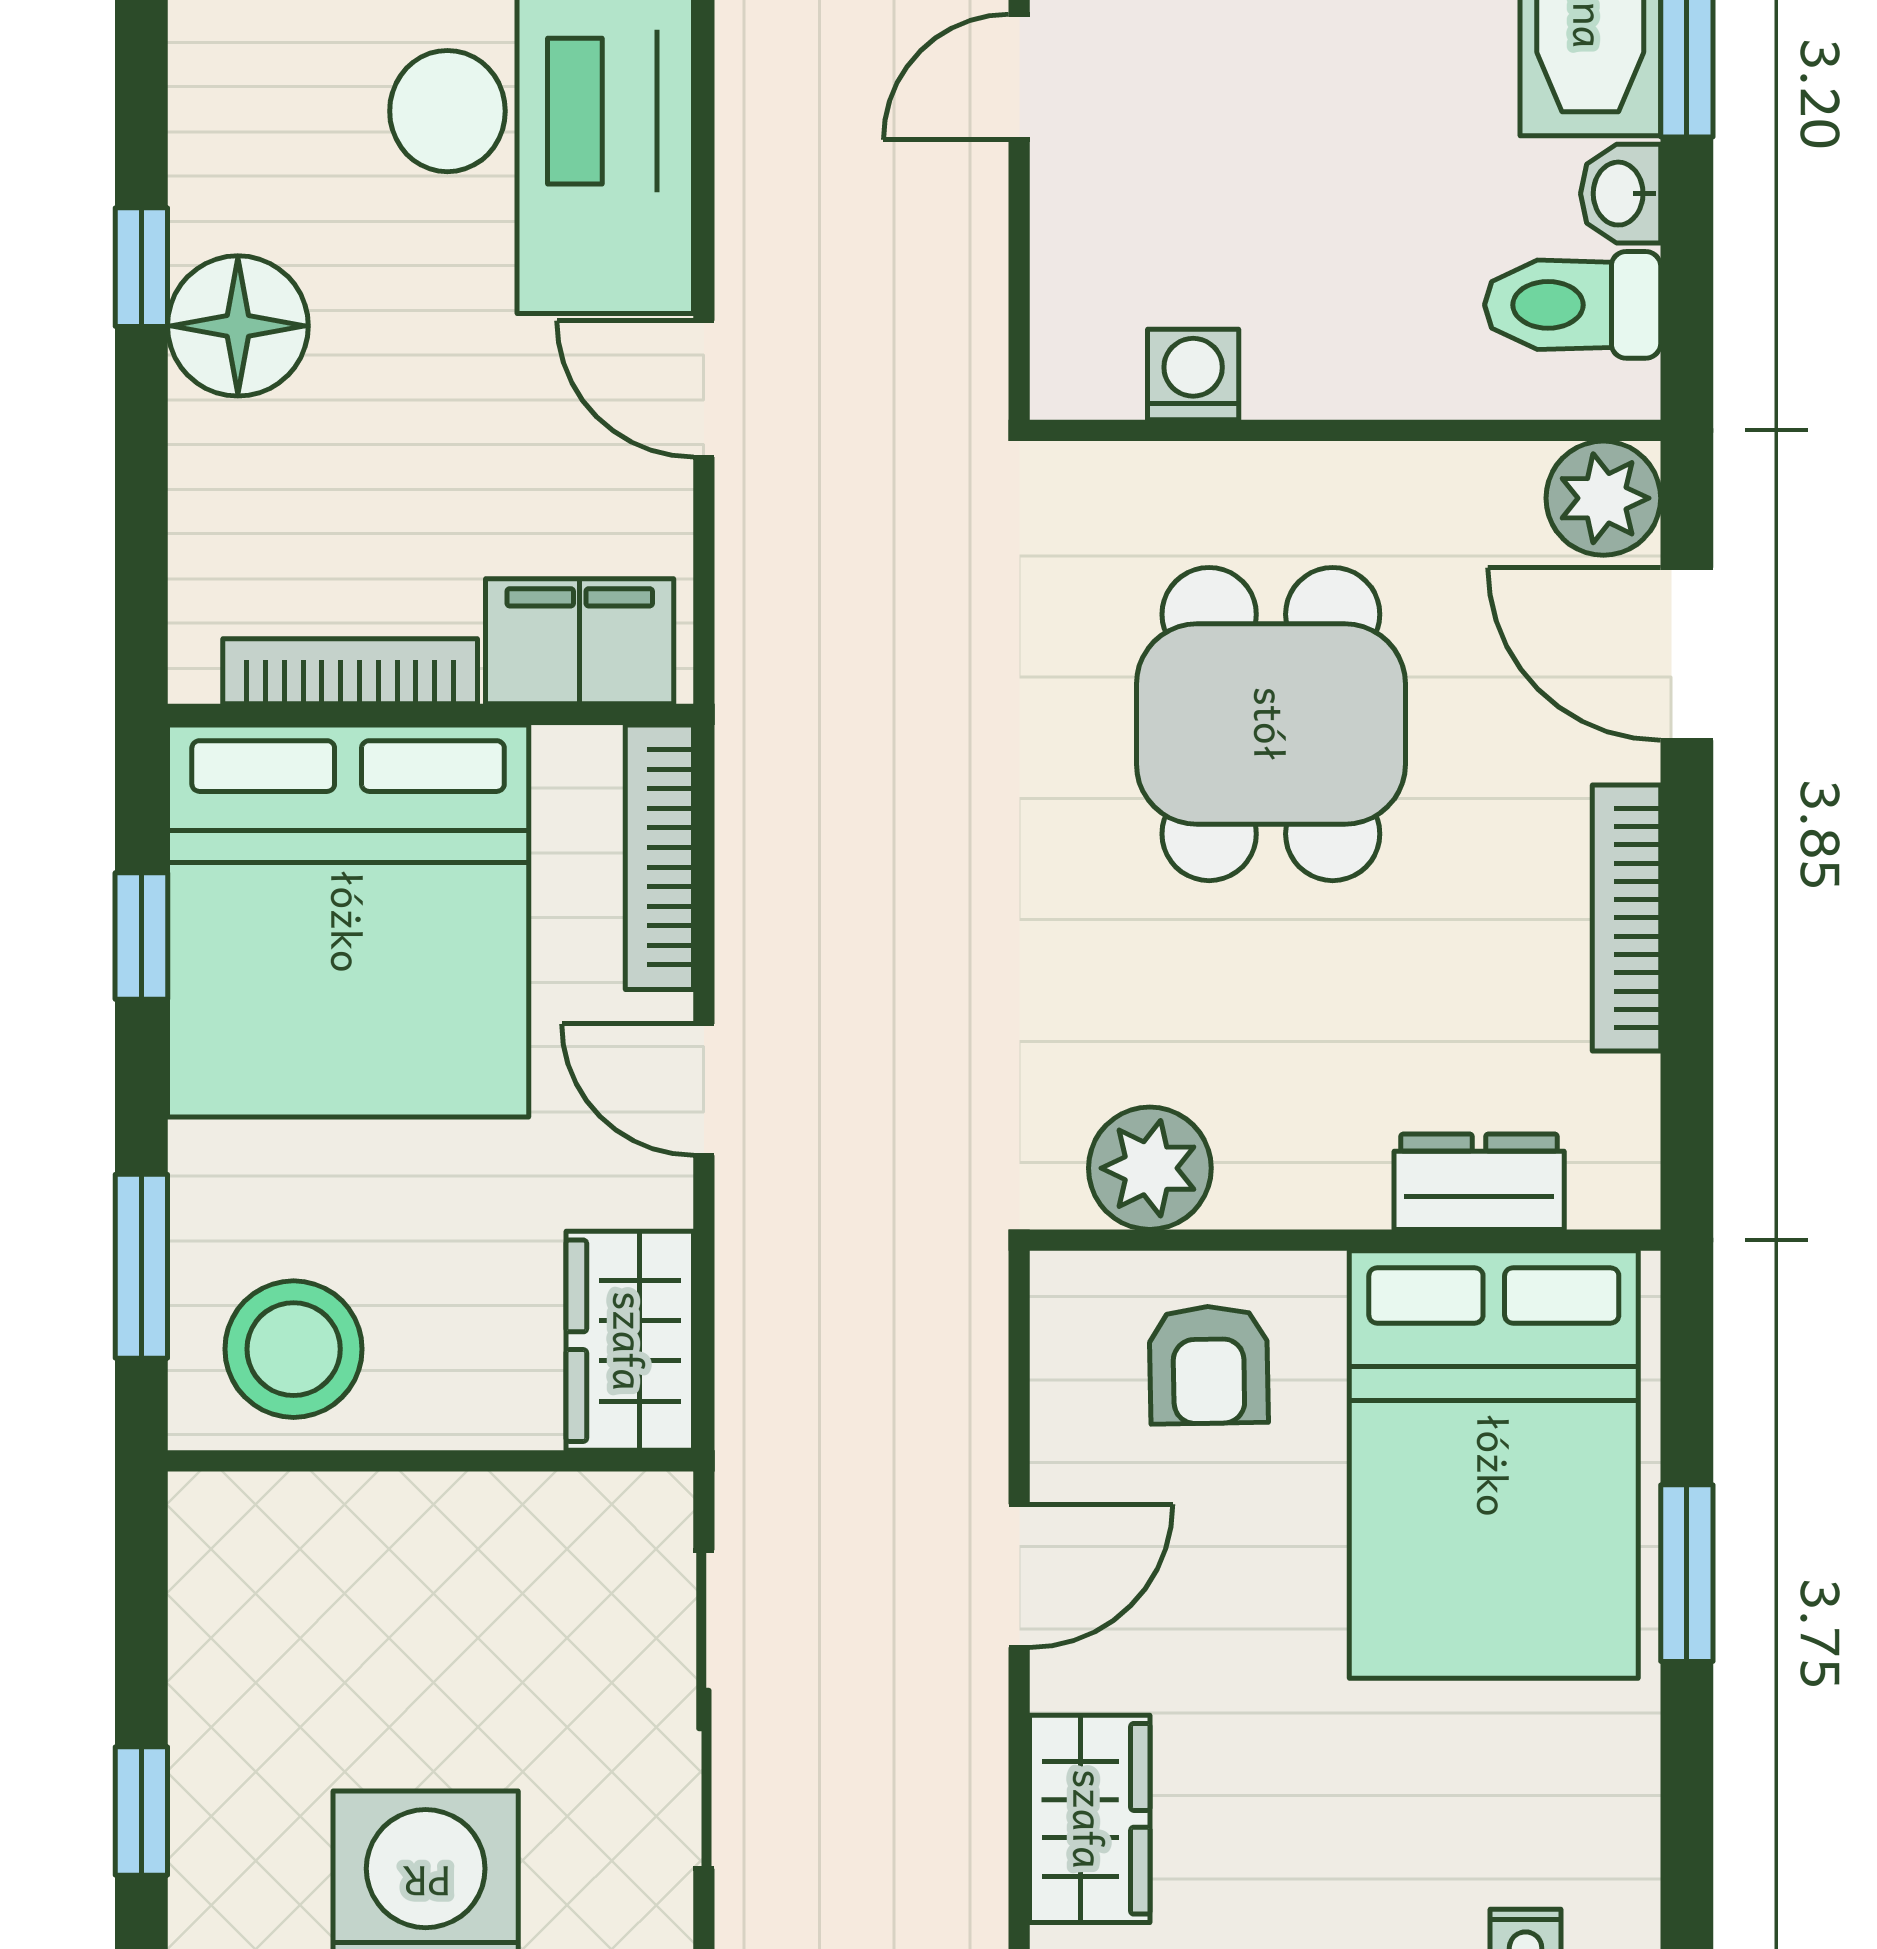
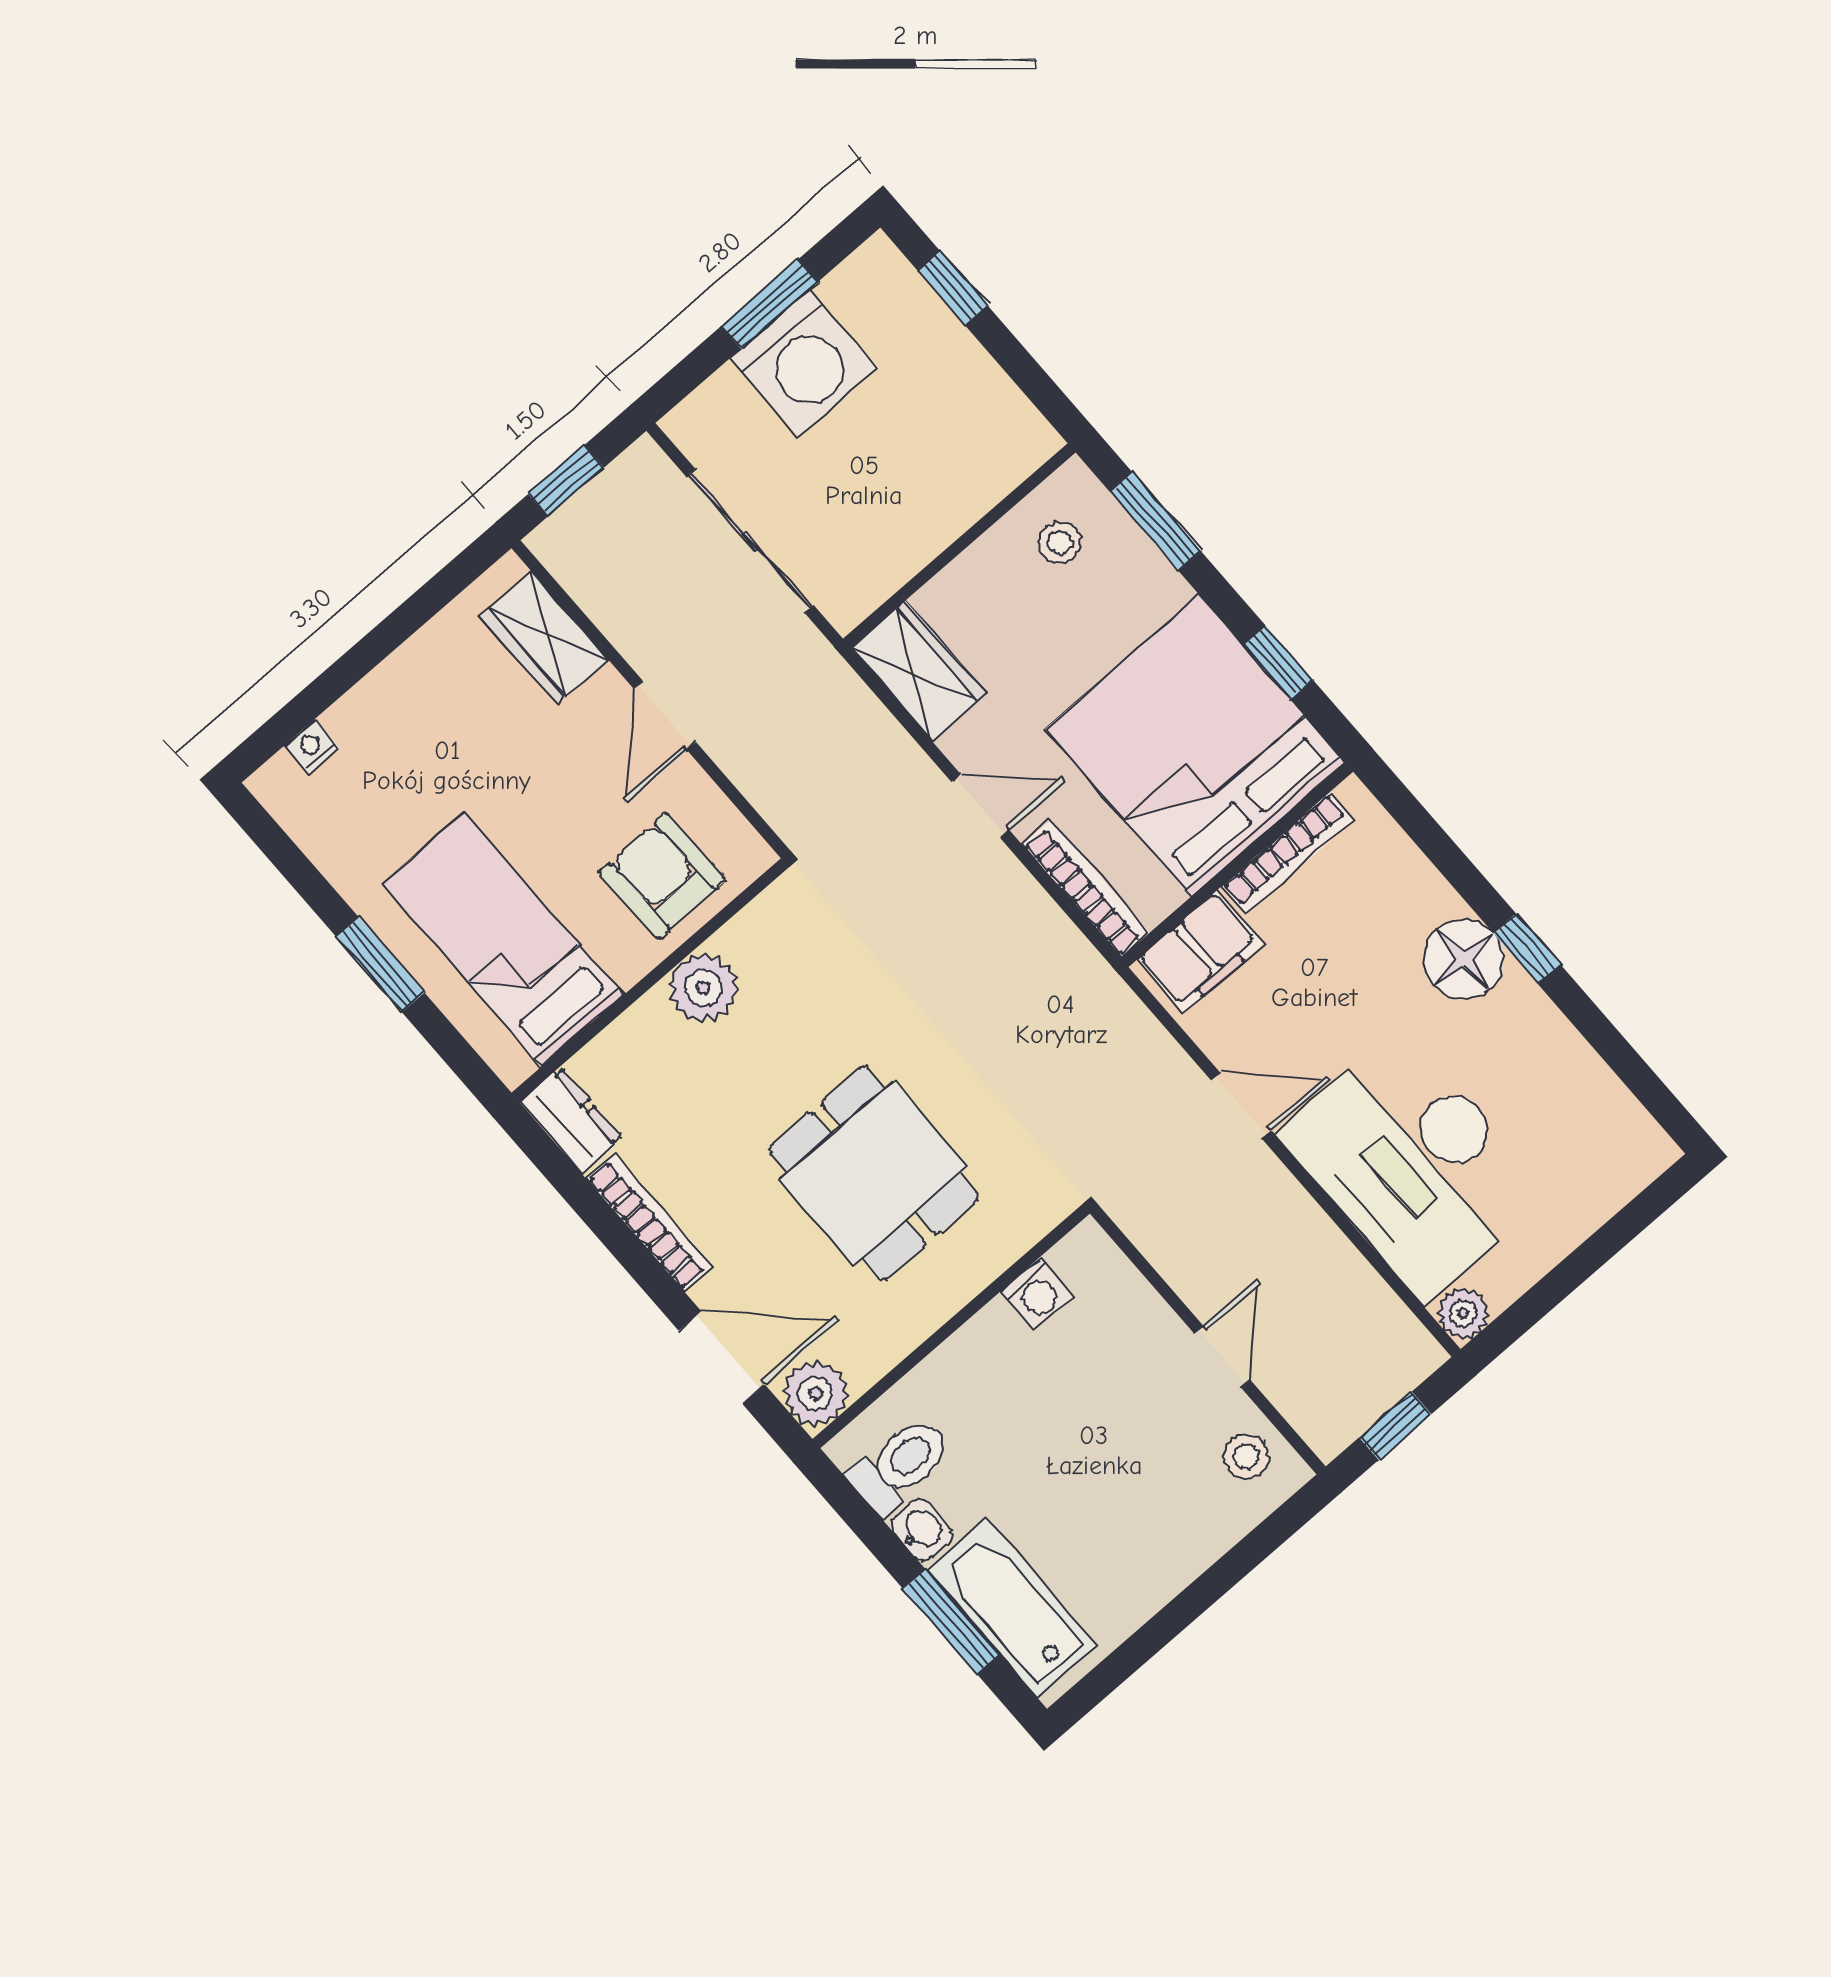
plant: (1150, 1168) -> (703, 988), moved
dresser: (1479, 1182) -> (571, 1120), moved, turned -90
stool: (294, 1349) -> (1059, 542), width x0.53, depth x0.53
armchair: (1209, 1365) -> (662, 876), width x1.38, depth x1.38
bed: (1494, 1465) -> (503, 939), width x0.67

